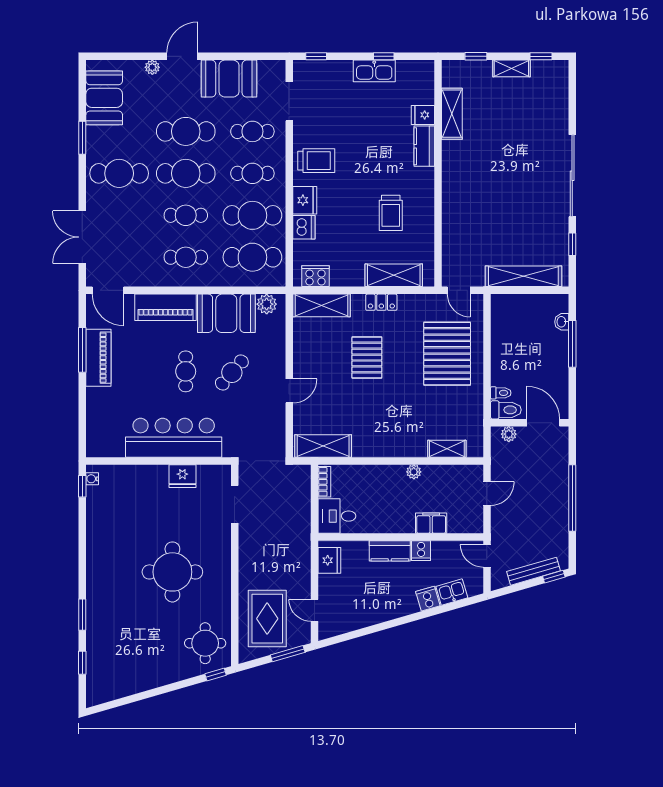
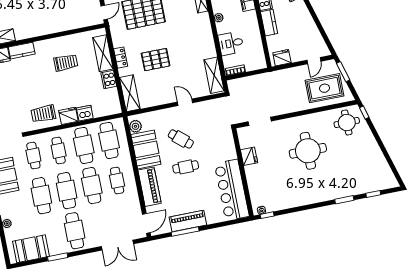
trolley: (316, 161) -> (43, 114), turned -90
cafe table: (186, 215) -> (92, 186), width x1.37, depth x1.35
cooker: (315, 276) -> (109, 80), moved
bar counter: (174, 438) -> (232, 190), moved
desk: (337, 516) -> (231, 43), moved, turned 90

